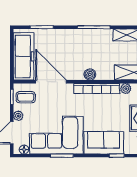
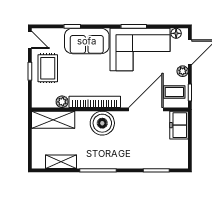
freezer: (24, 56) -> (179, 125), width x0.52, depth x0.79
boiler: (90, 74) -> (102, 123), width x1.86, depth x1.86
door: (51, 82) -> (146, 109), swing flipped

